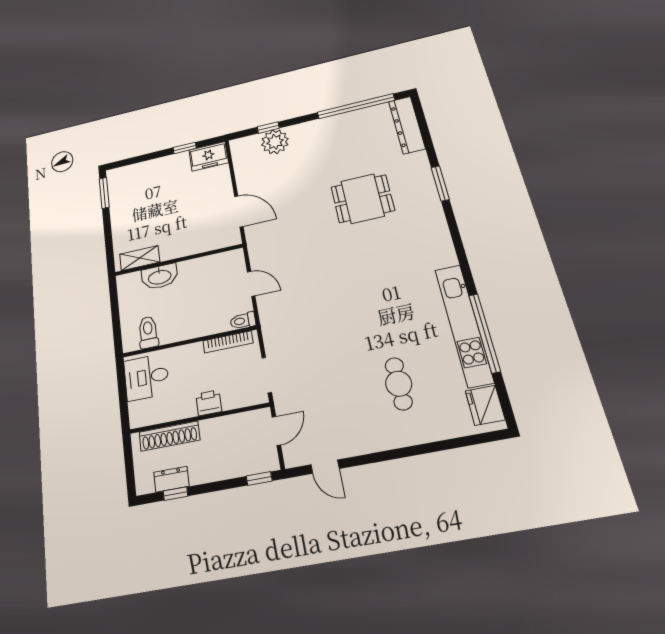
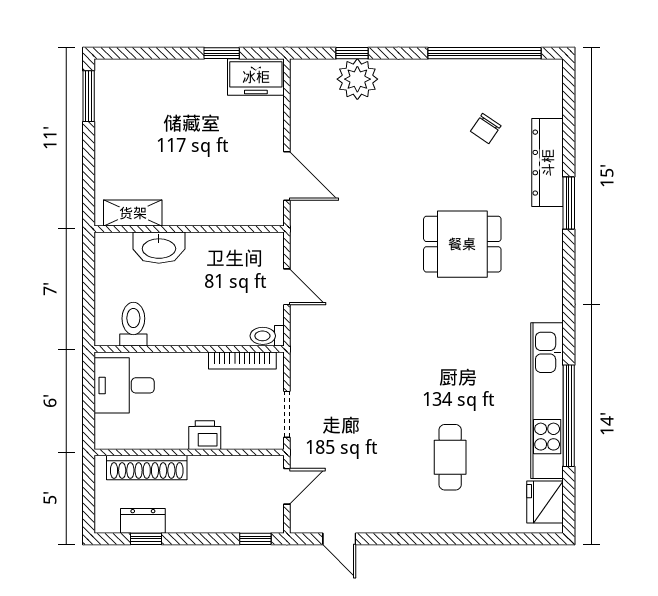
dresser: (407, 125) -> (548, 163), moved
chair: (368, 151) -> (486, 129), added
dining table: (363, 199) -> (462, 244), moved

